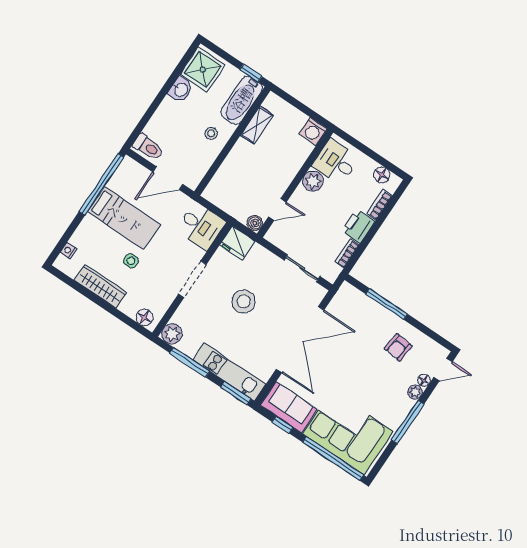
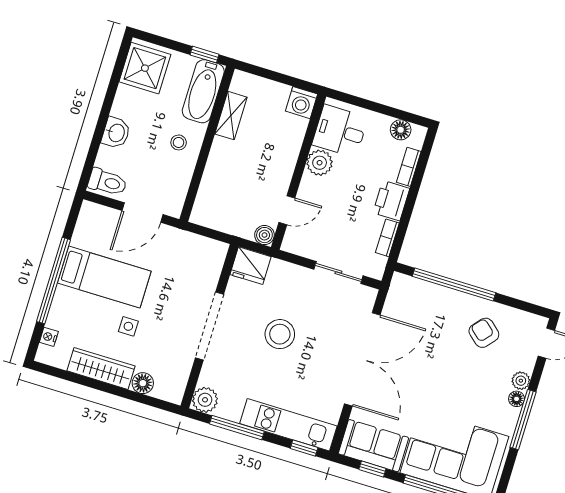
washbasin: (181, 90) -> (116, 133), moved
window: (102, 184) -> (54, 281), moved
desk: (201, 226) -> (200, 258), removed
doorway: (192, 279) -> (210, 326), width x1.36
window: (387, 304) -> (454, 284), width x1.46
floor lamp: (144, 318) -> (143, 383), moved
armchair: (398, 347) -> (484, 333), turned 125
floor lamp: (424, 380) -> (517, 399), moved
window: (236, 393) -> (304, 448), width x0.67

